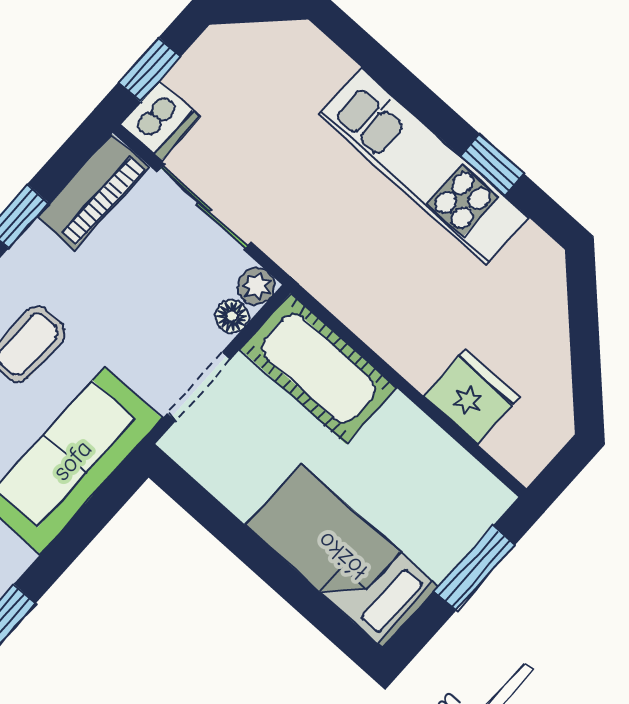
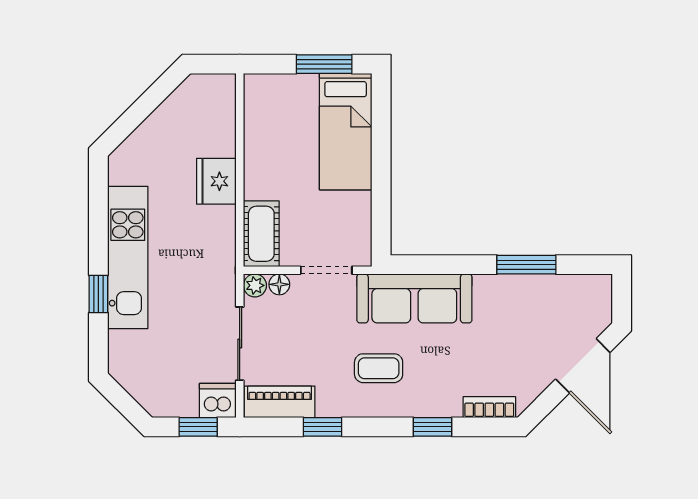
window: (492, 165) -> (98, 294), moved
cot: (319, 368) -> (261, 234), width x0.73, depth x0.75
fridge: (471, 397) -> (216, 181), moved
window: (474, 568) -> (324, 64), moved

